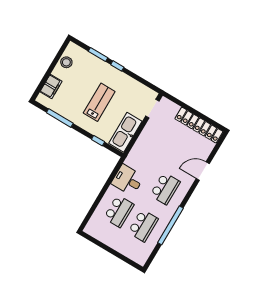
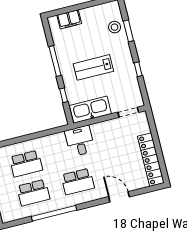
stool: (66, 62) -> (115, 27), moved
window: (117, 66) -> (138, 69), moved
lab bench: (99, 102) -> (93, 67), turned 180
window: (60, 118) -> (55, 61), moved
desk: (128, 180) -> (80, 141), moved

